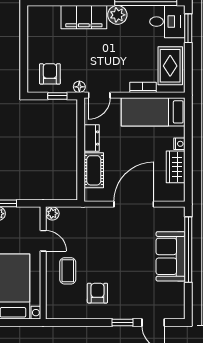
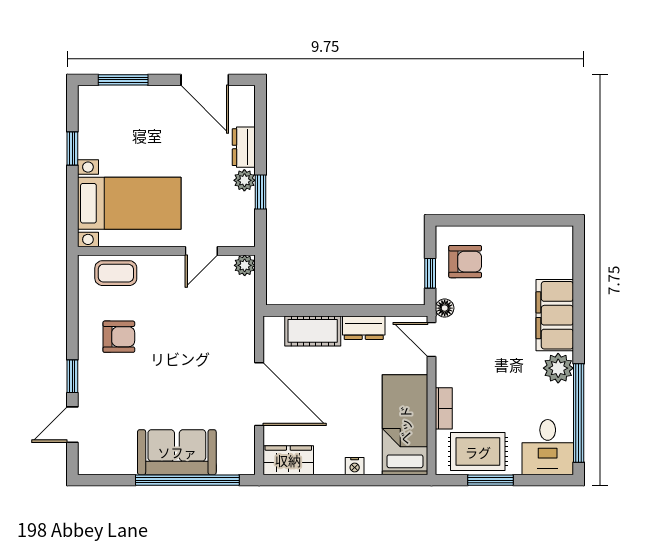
window: (188, 28) -> (490, 480), moved
wardrobe: (176, 167) -> (288, 460), moved
coffee table: (68, 271) -> (116, 273), moved

